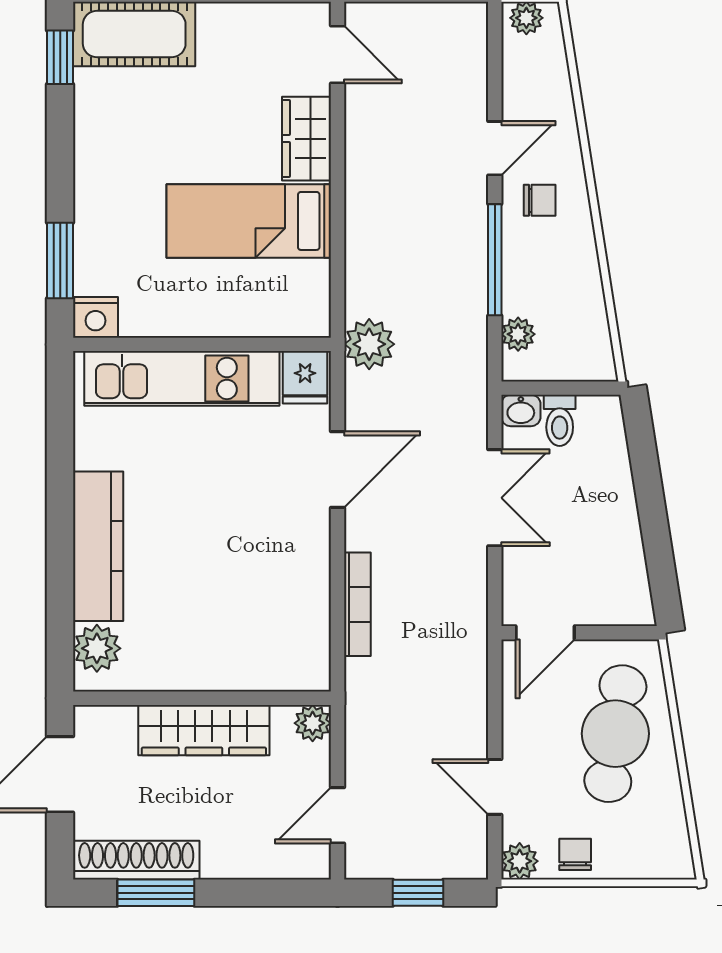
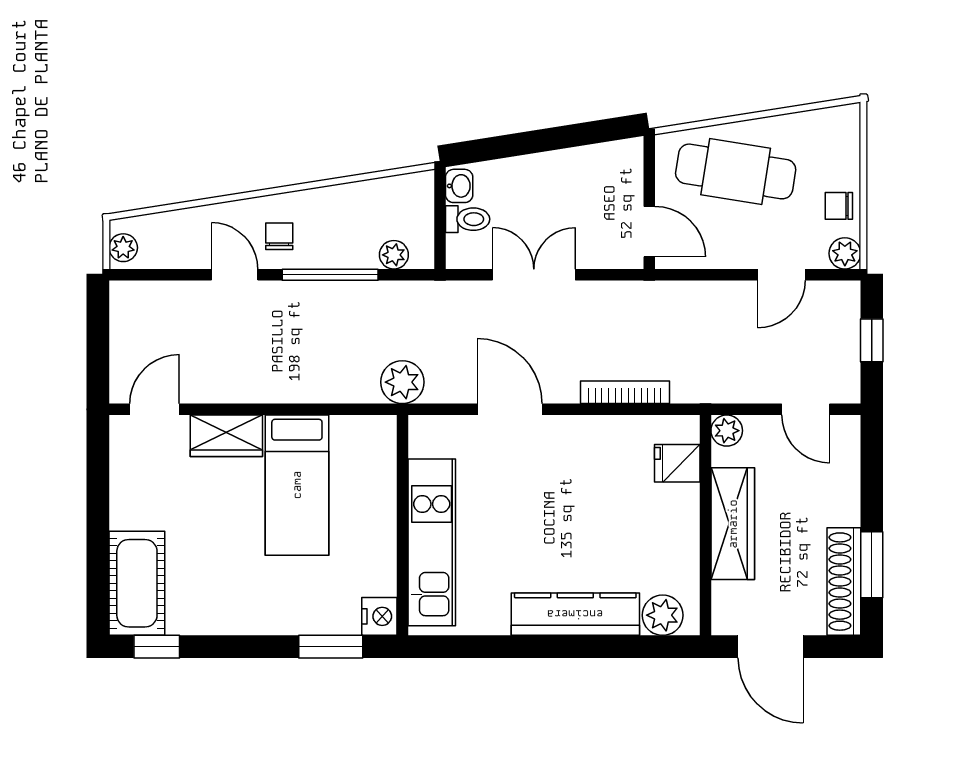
fridge: (305, 377) -> (677, 463), moved, turned 180
washbasin: (521, 410) -> (459, 186), moved

